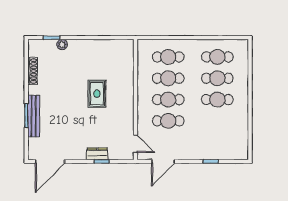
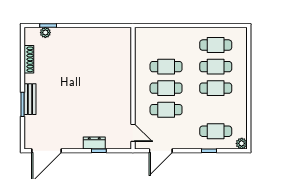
plant: (62, 45) -> (45, 33), moved
cafe table: (168, 57) -> (216, 131), moved
rug: (97, 94) -> (94, 82), removed
bench: (34, 116) -> (30, 99), width x0.73
plant: (243, 154) -> (242, 143), added

